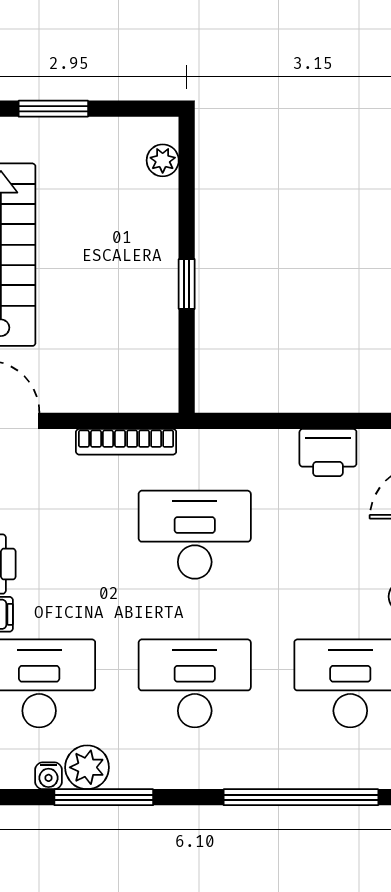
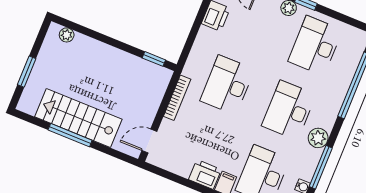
window: (187, 284) -> (154, 59), moved
plant: (87, 767) -> (318, 138), moved

